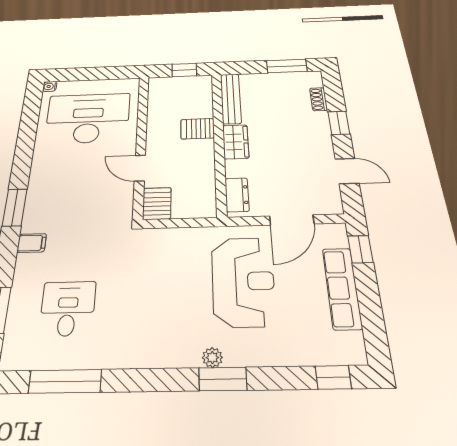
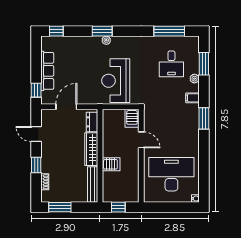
desk: (88, 118) -> (171, 174), turned 180
wardrobe: (236, 142) -> (91, 149), width x1.50
plant: (22, 280) -> (194, 79), added
reception desk: (243, 281) -> (116, 81), moved

